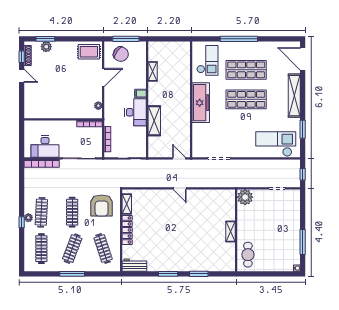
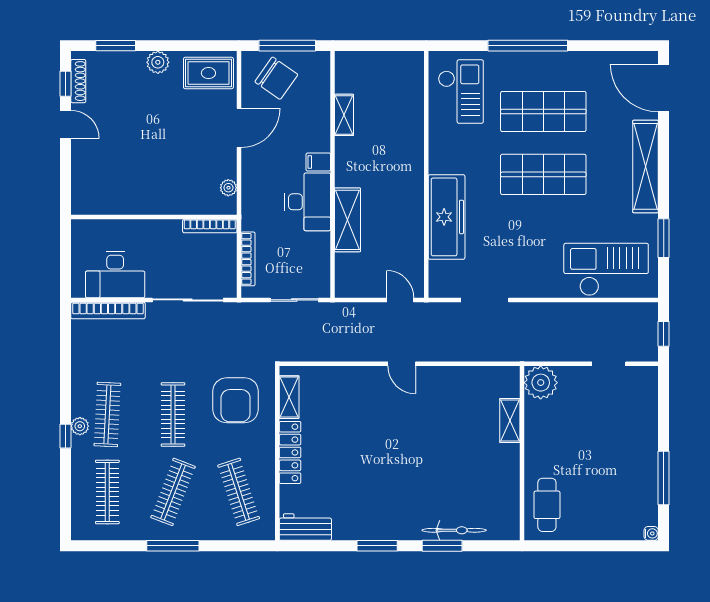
plant: (46, 47) -> (158, 62), moved
freezer: (201, 103) -> (447, 217), moved
shelving: (231, 232) -> (510, 420), moved
bicycle: (204, 267) -> (454, 530), added

